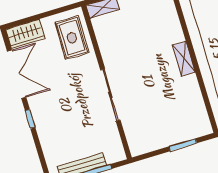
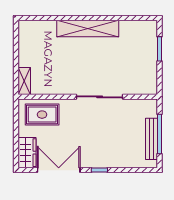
shelving: (184, 59) -> (88, 29), width x2.20, depth x1.33

